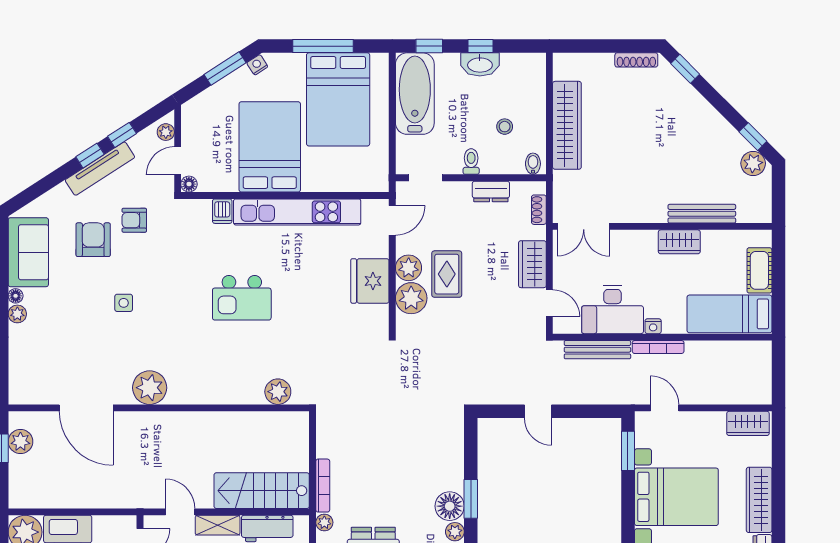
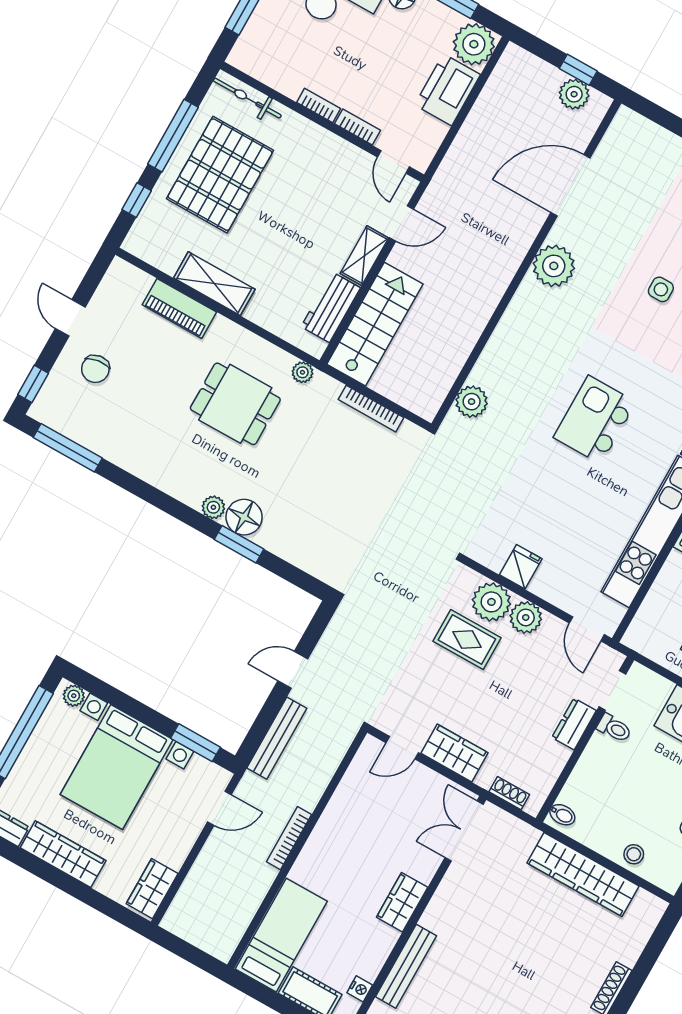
stool: (505, 127) -> (634, 854), moved
toilet: (471, 162) -> (614, 728), moved
dresser: (491, 191) -> (574, 724), moved
wardrobe: (679, 242) -> (402, 902), moved
rug: (447, 274) -> (467, 639), moved
fridge: (370, 281) -> (521, 567), width x0.53, depth x0.75
desk: (613, 310) -> (357, 812), removed
nightstand: (653, 326) -> (360, 989), moved, turned 180
bench: (597, 350) -> (277, 738), moved
bookcase: (323, 486) -> (371, 409), moved

